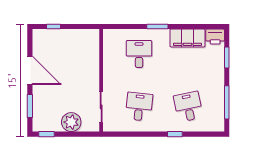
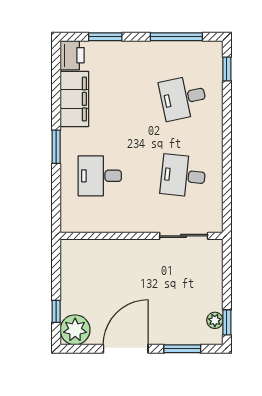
plant: (42, 38) -> (75, 330), added
plant: (71, 122) -> (215, 320), moved, width x0.53, depth x0.53
window: (175, 134) -> (227, 69), moved

